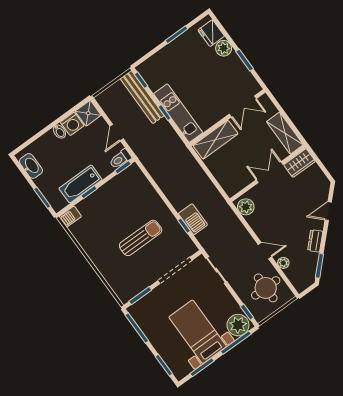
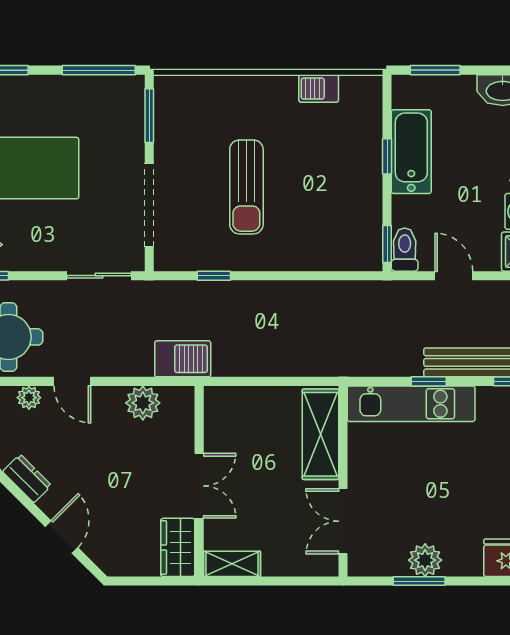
plant: (224, 48) -> (425, 560), moved
shelving: (285, 133) -> (232, 564), width x0.67, depth x0.75
plant: (246, 207) -> (143, 403), moved
barbecue: (70, 217) -> (319, 89), moved, turned -90
barbecue: (193, 219) -> (183, 359), moved, turned 180
door: (265, 251) -> (72, 381), hinge flipped

